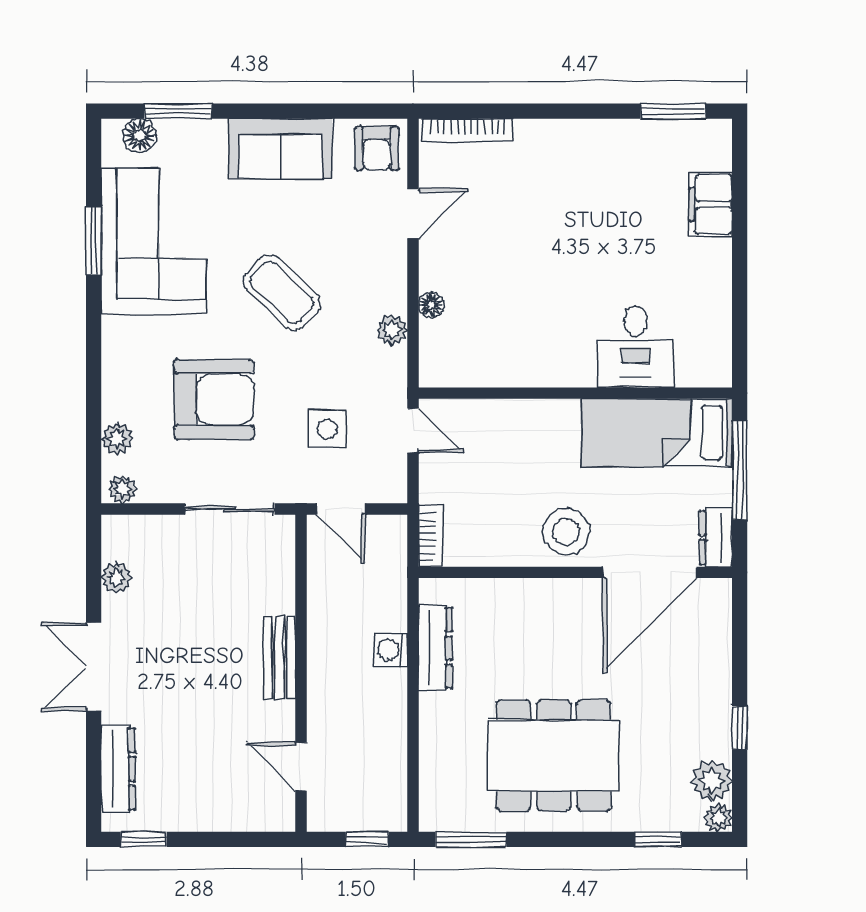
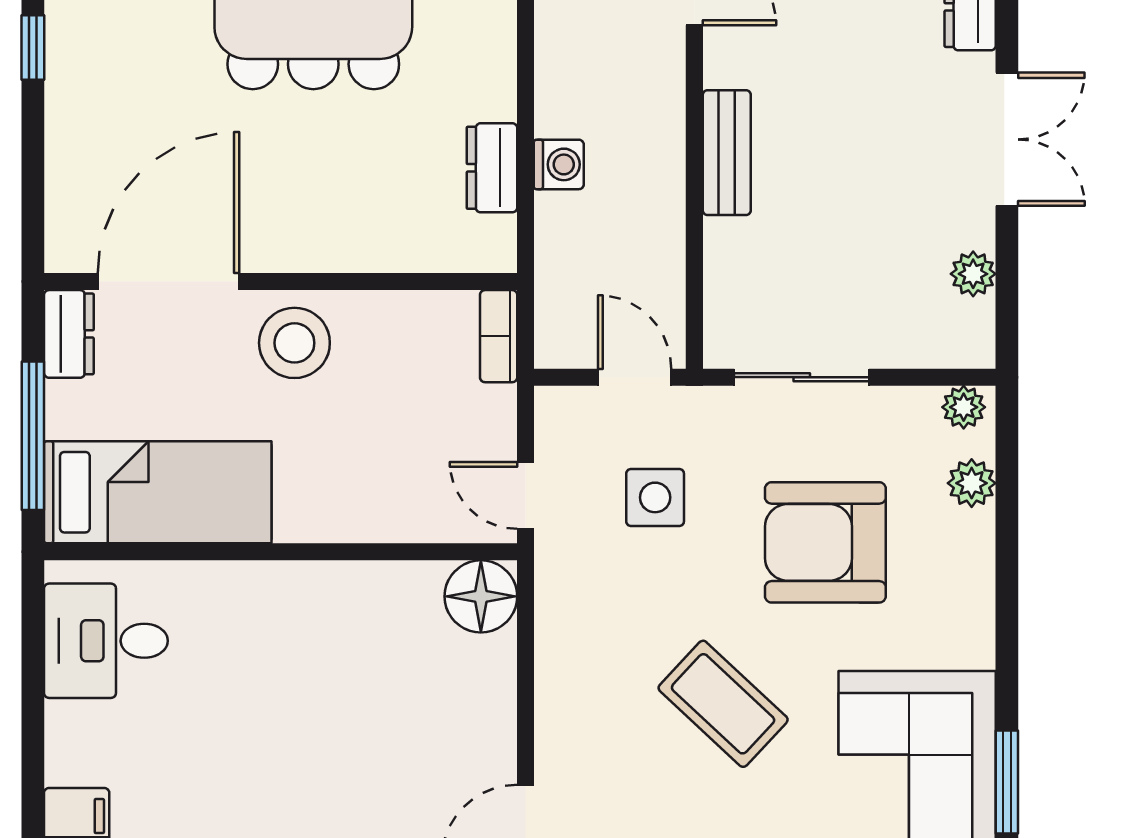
floor lamp: (431, 305) -> (481, 596), moved, width x1.89, depth x1.89
plant: (392, 330) -> (557, 647), removed
desk: (635, 347) -> (106, 641), moved, turned -90
dresser: (435, 648) -> (492, 168), width x0.70

